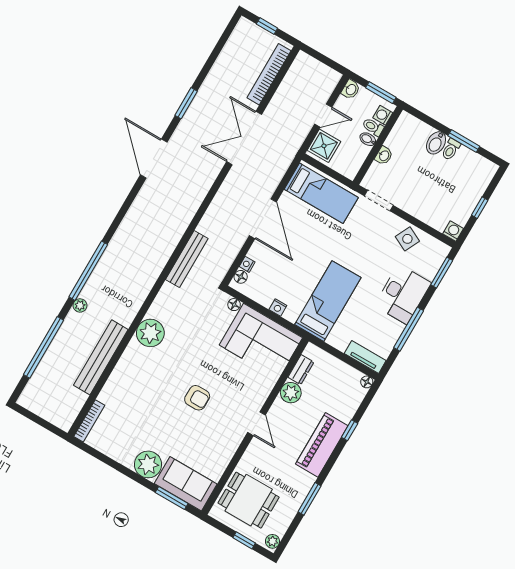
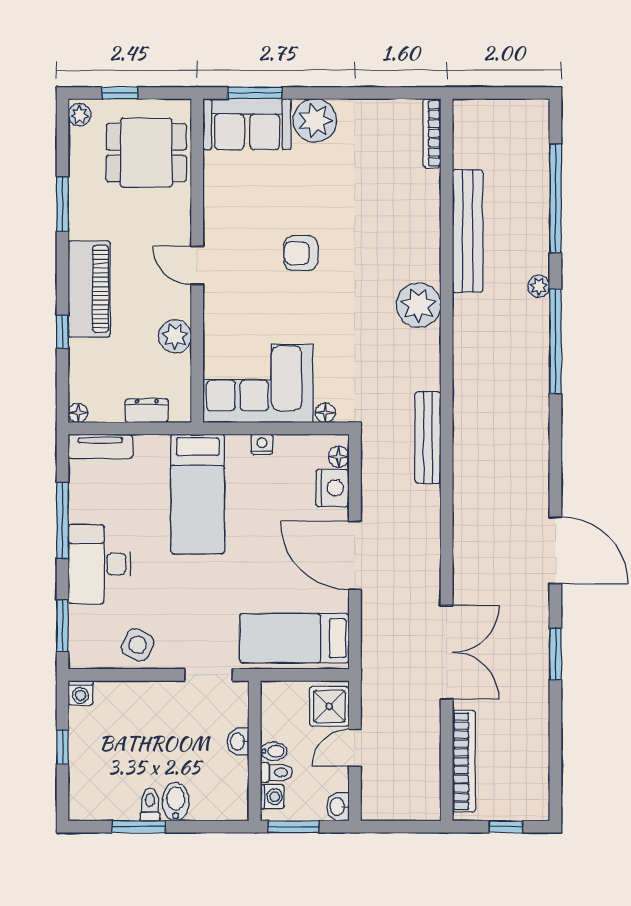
nightstand: (247, 264) -> (332, 488), width x1.89, depth x1.79
dresser: (301, 370) -> (147, 411), moved, turned 90

